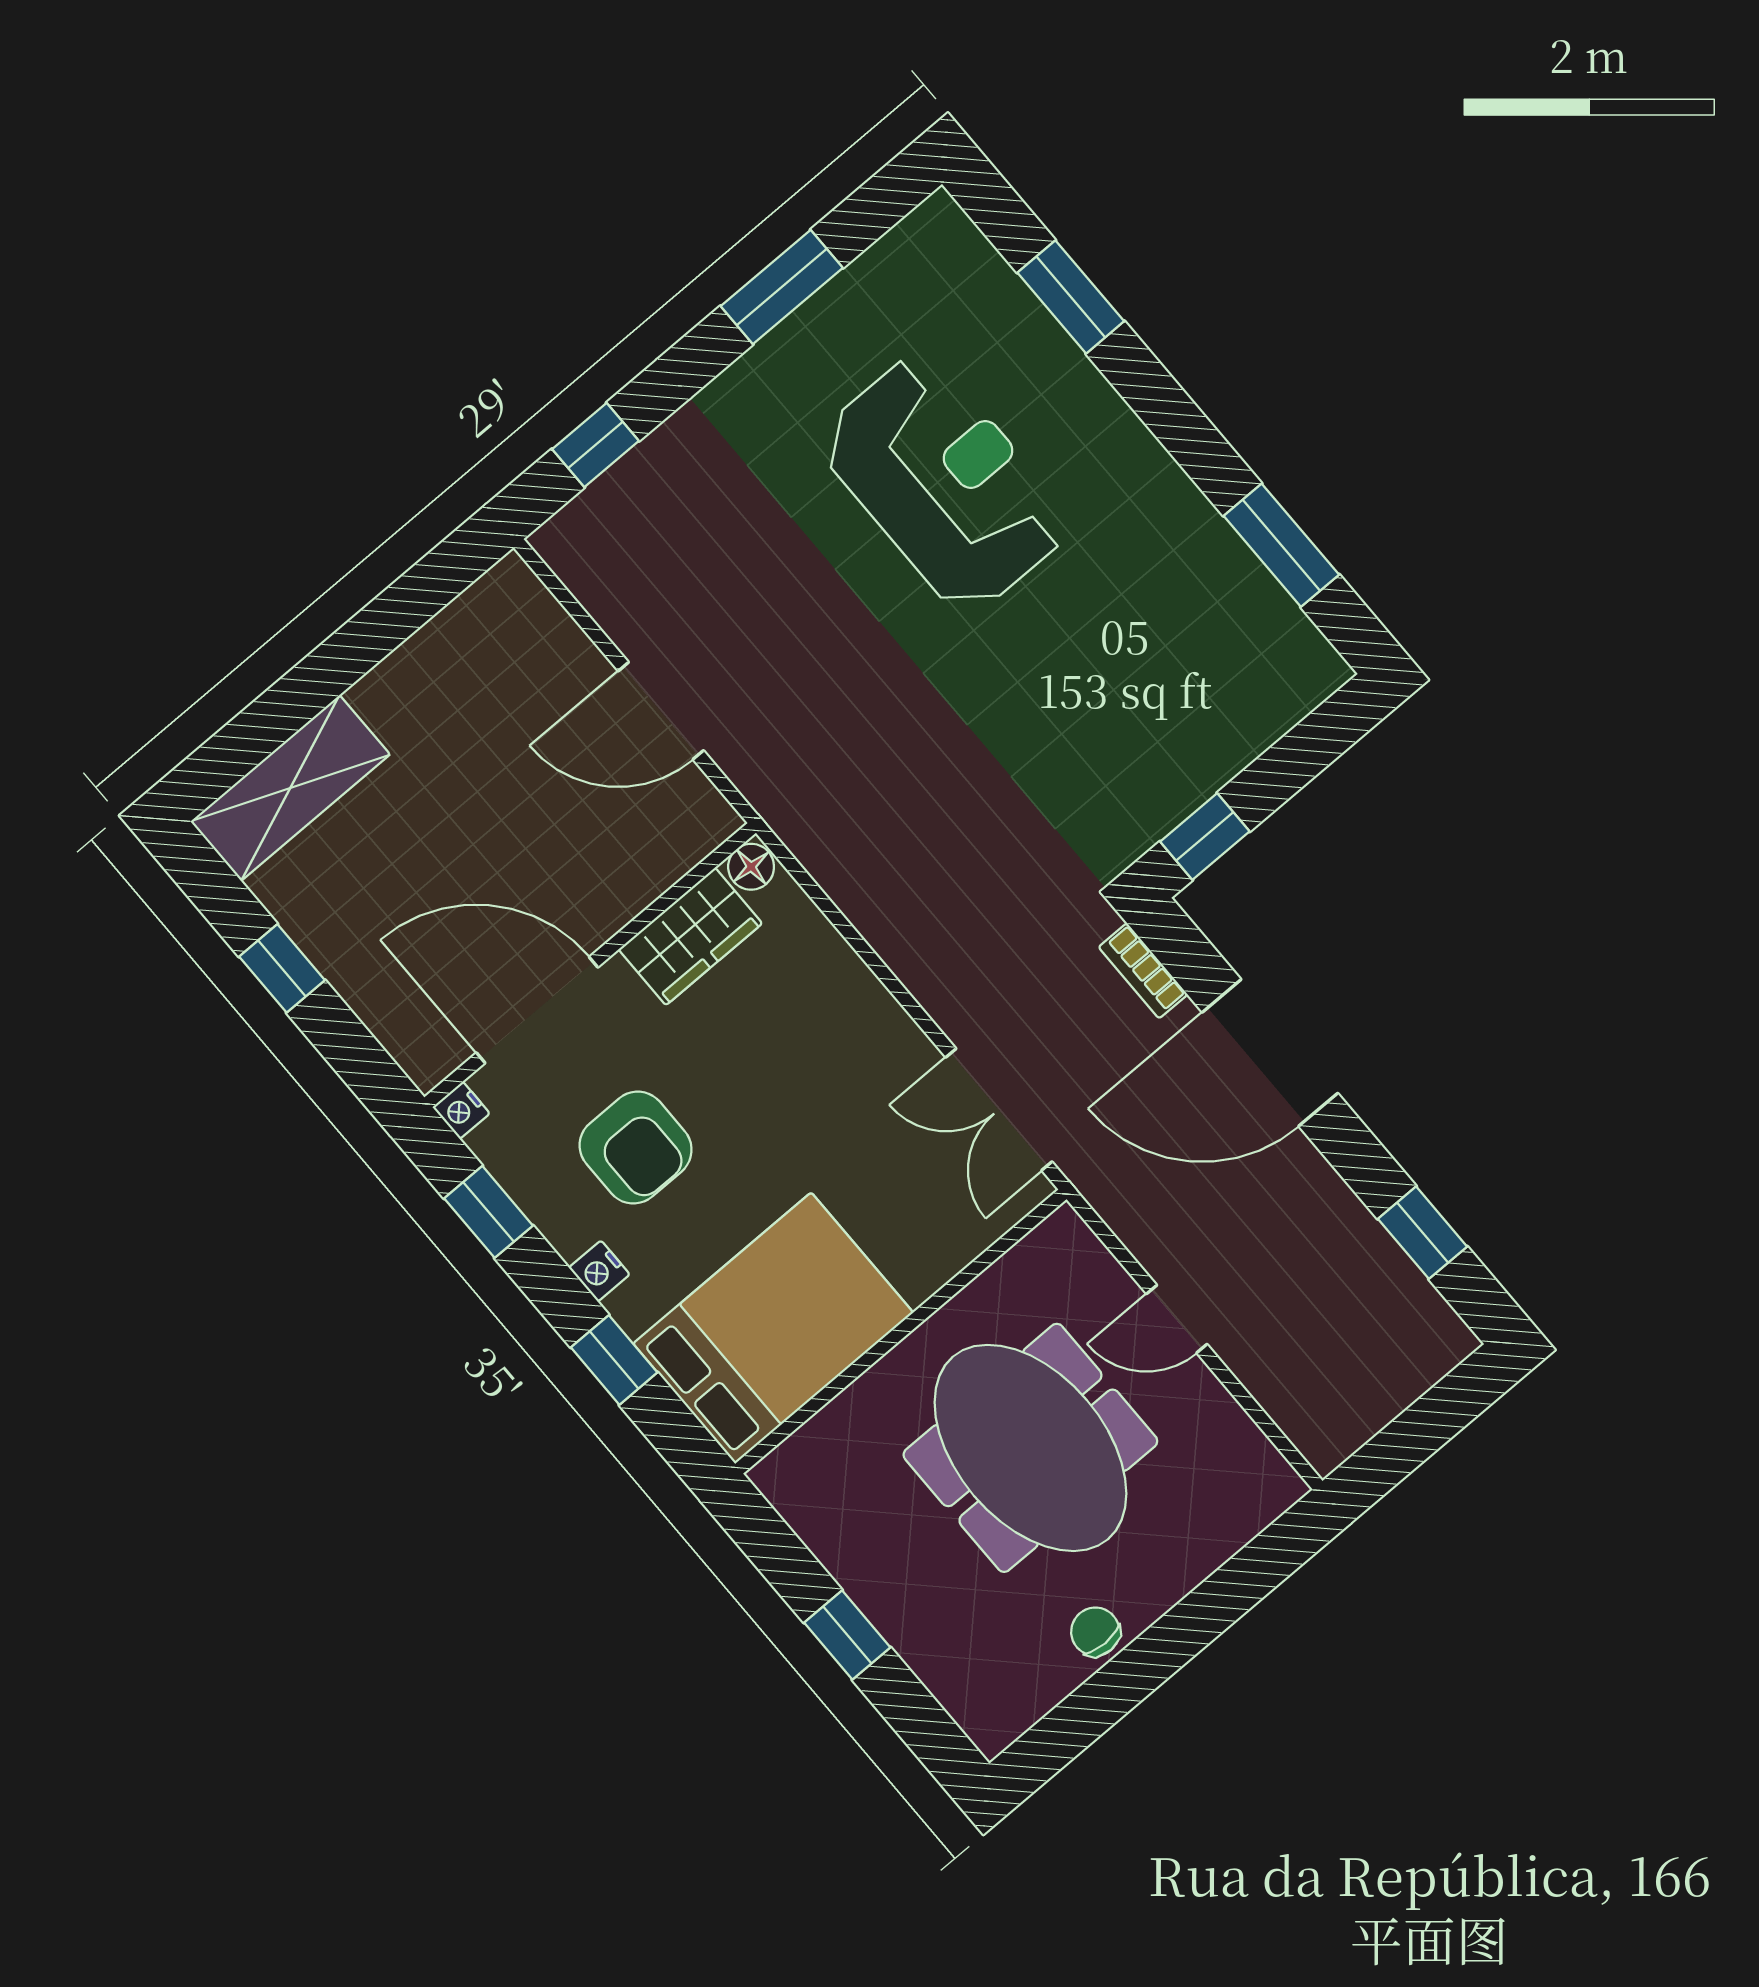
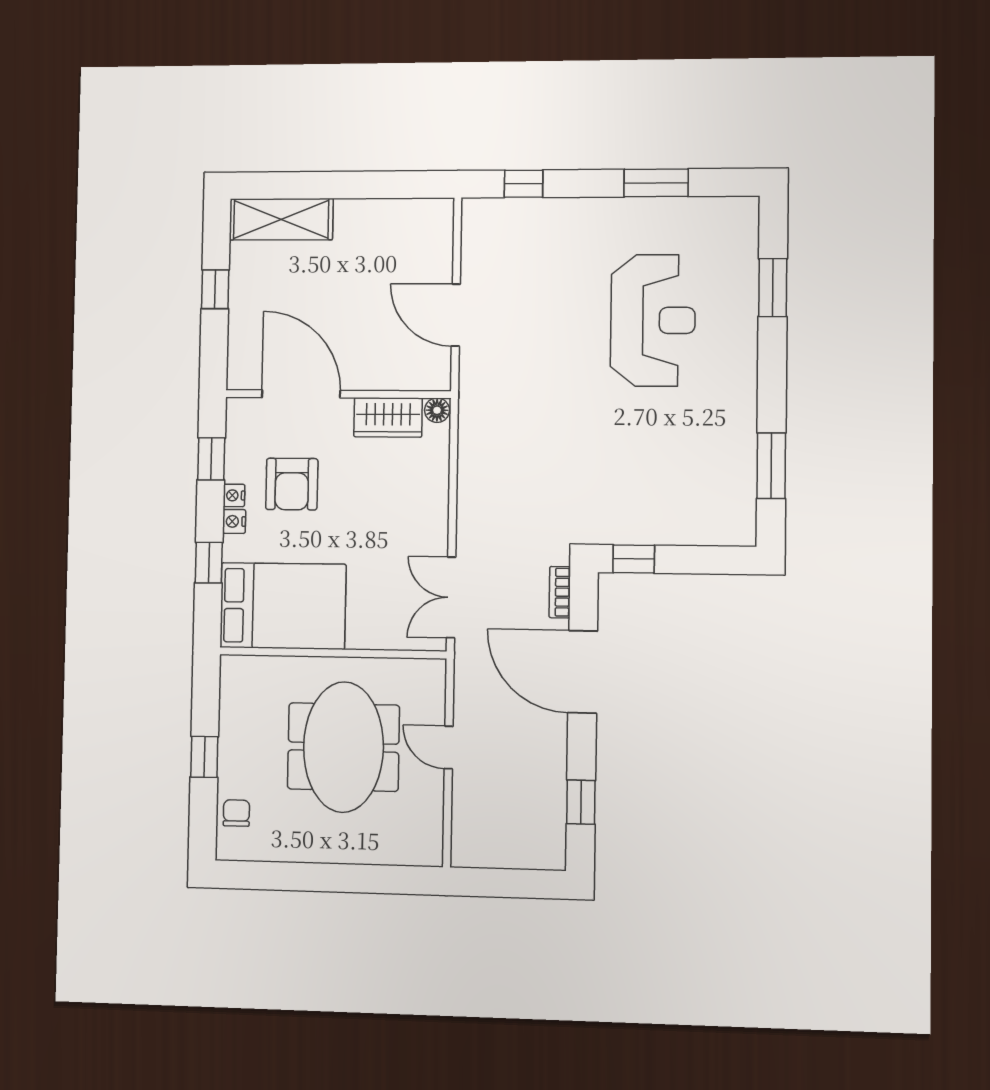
nightstand: (461, 1110) -> (234, 495), moved
chair: (1095, 1632) -> (236, 813), moved

